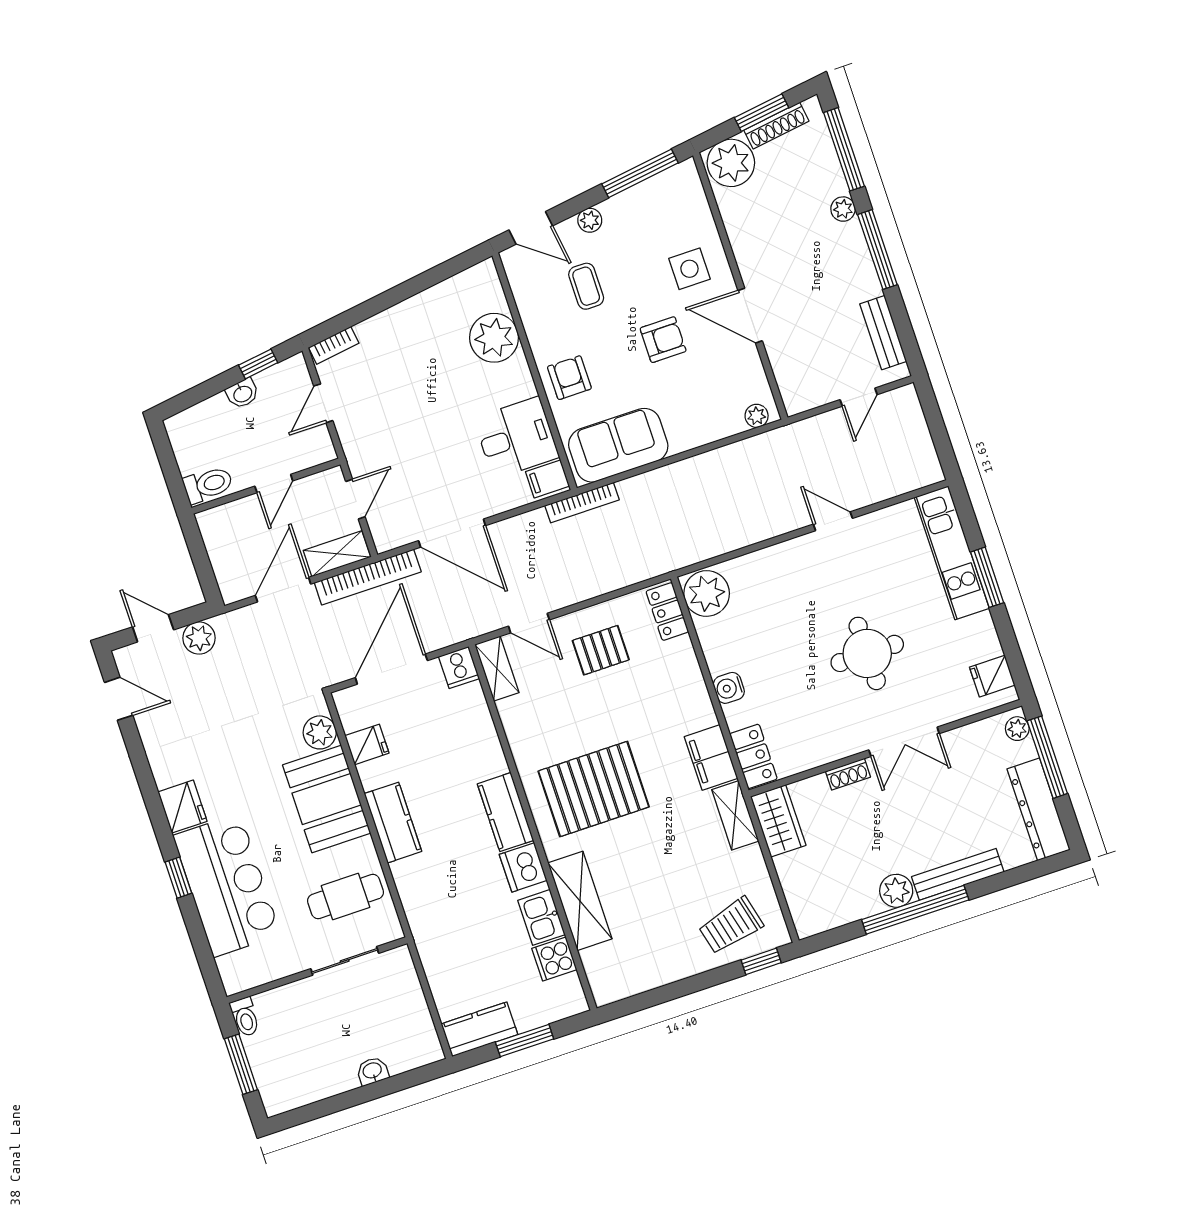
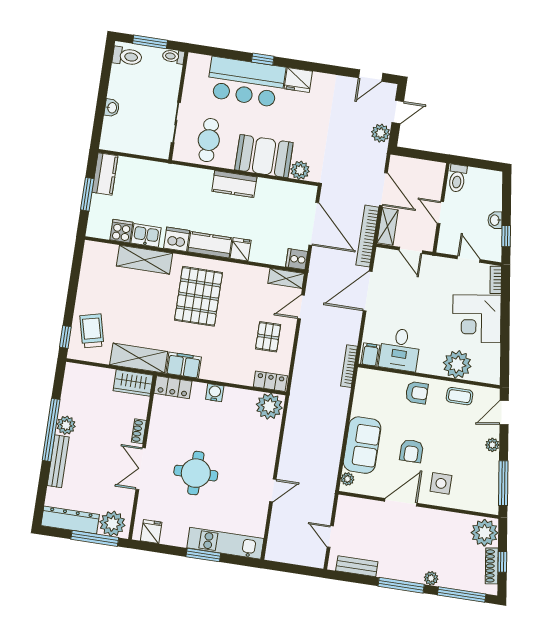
window: (762, 113) -> (502, 562), width x0.67
coffee table: (586, 286) -> (460, 396), moved
corner desk: (408, 344) -> (477, 319), added
sofa: (618, 445) -> (362, 445), moved
plant: (1017, 729) -> (112, 524), width x1.88, depth x1.88
fridge: (367, 744) -> (241, 249), moved, turned 180
shelving: (735, 815) -> (139, 358), width x1.50, depth x1.33
toilet: (281, 1088) -> (127, 56), added

